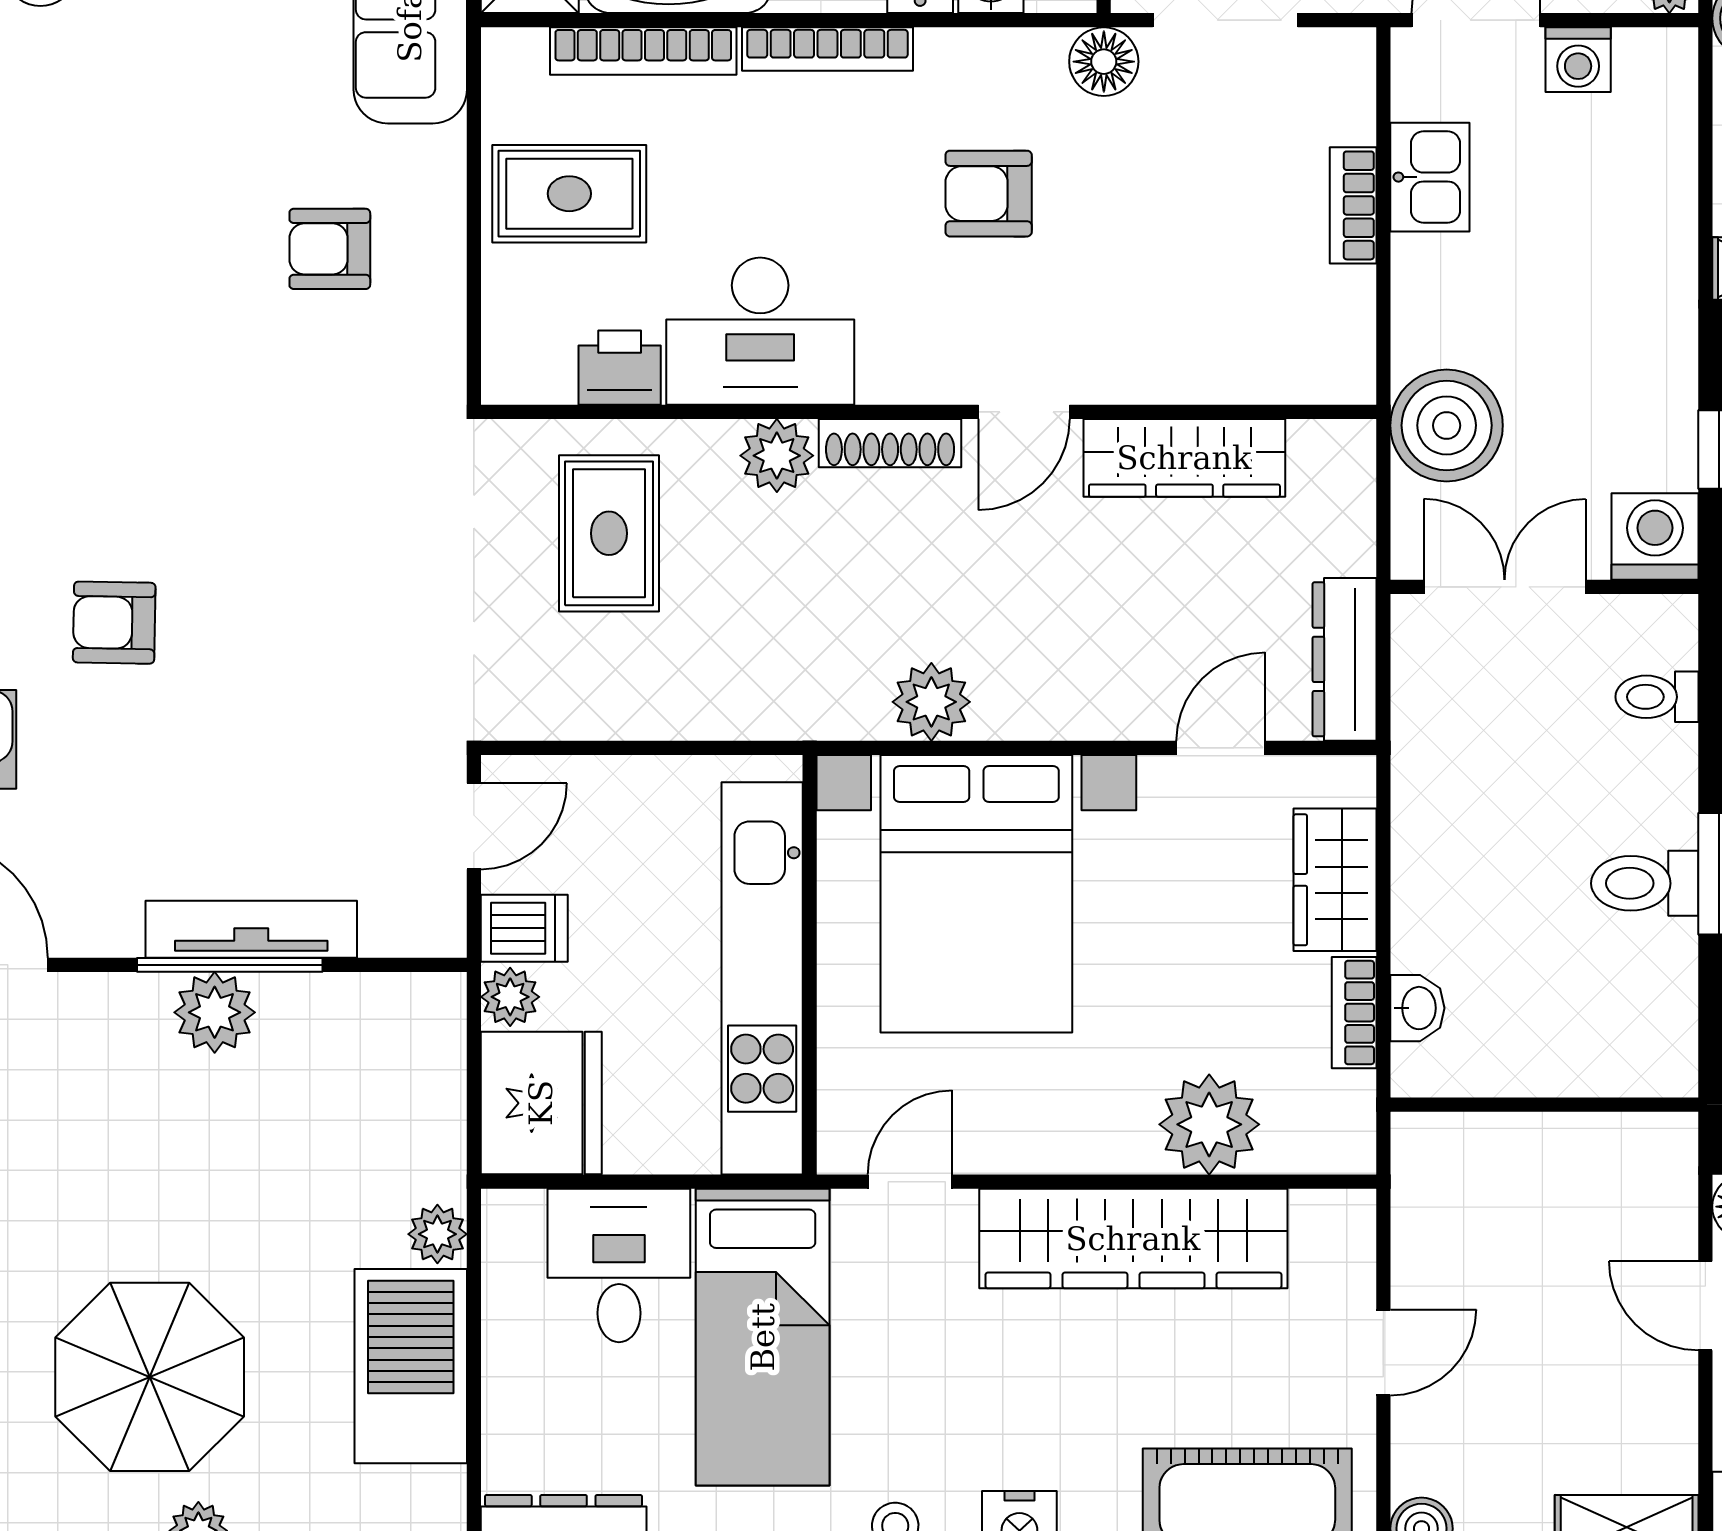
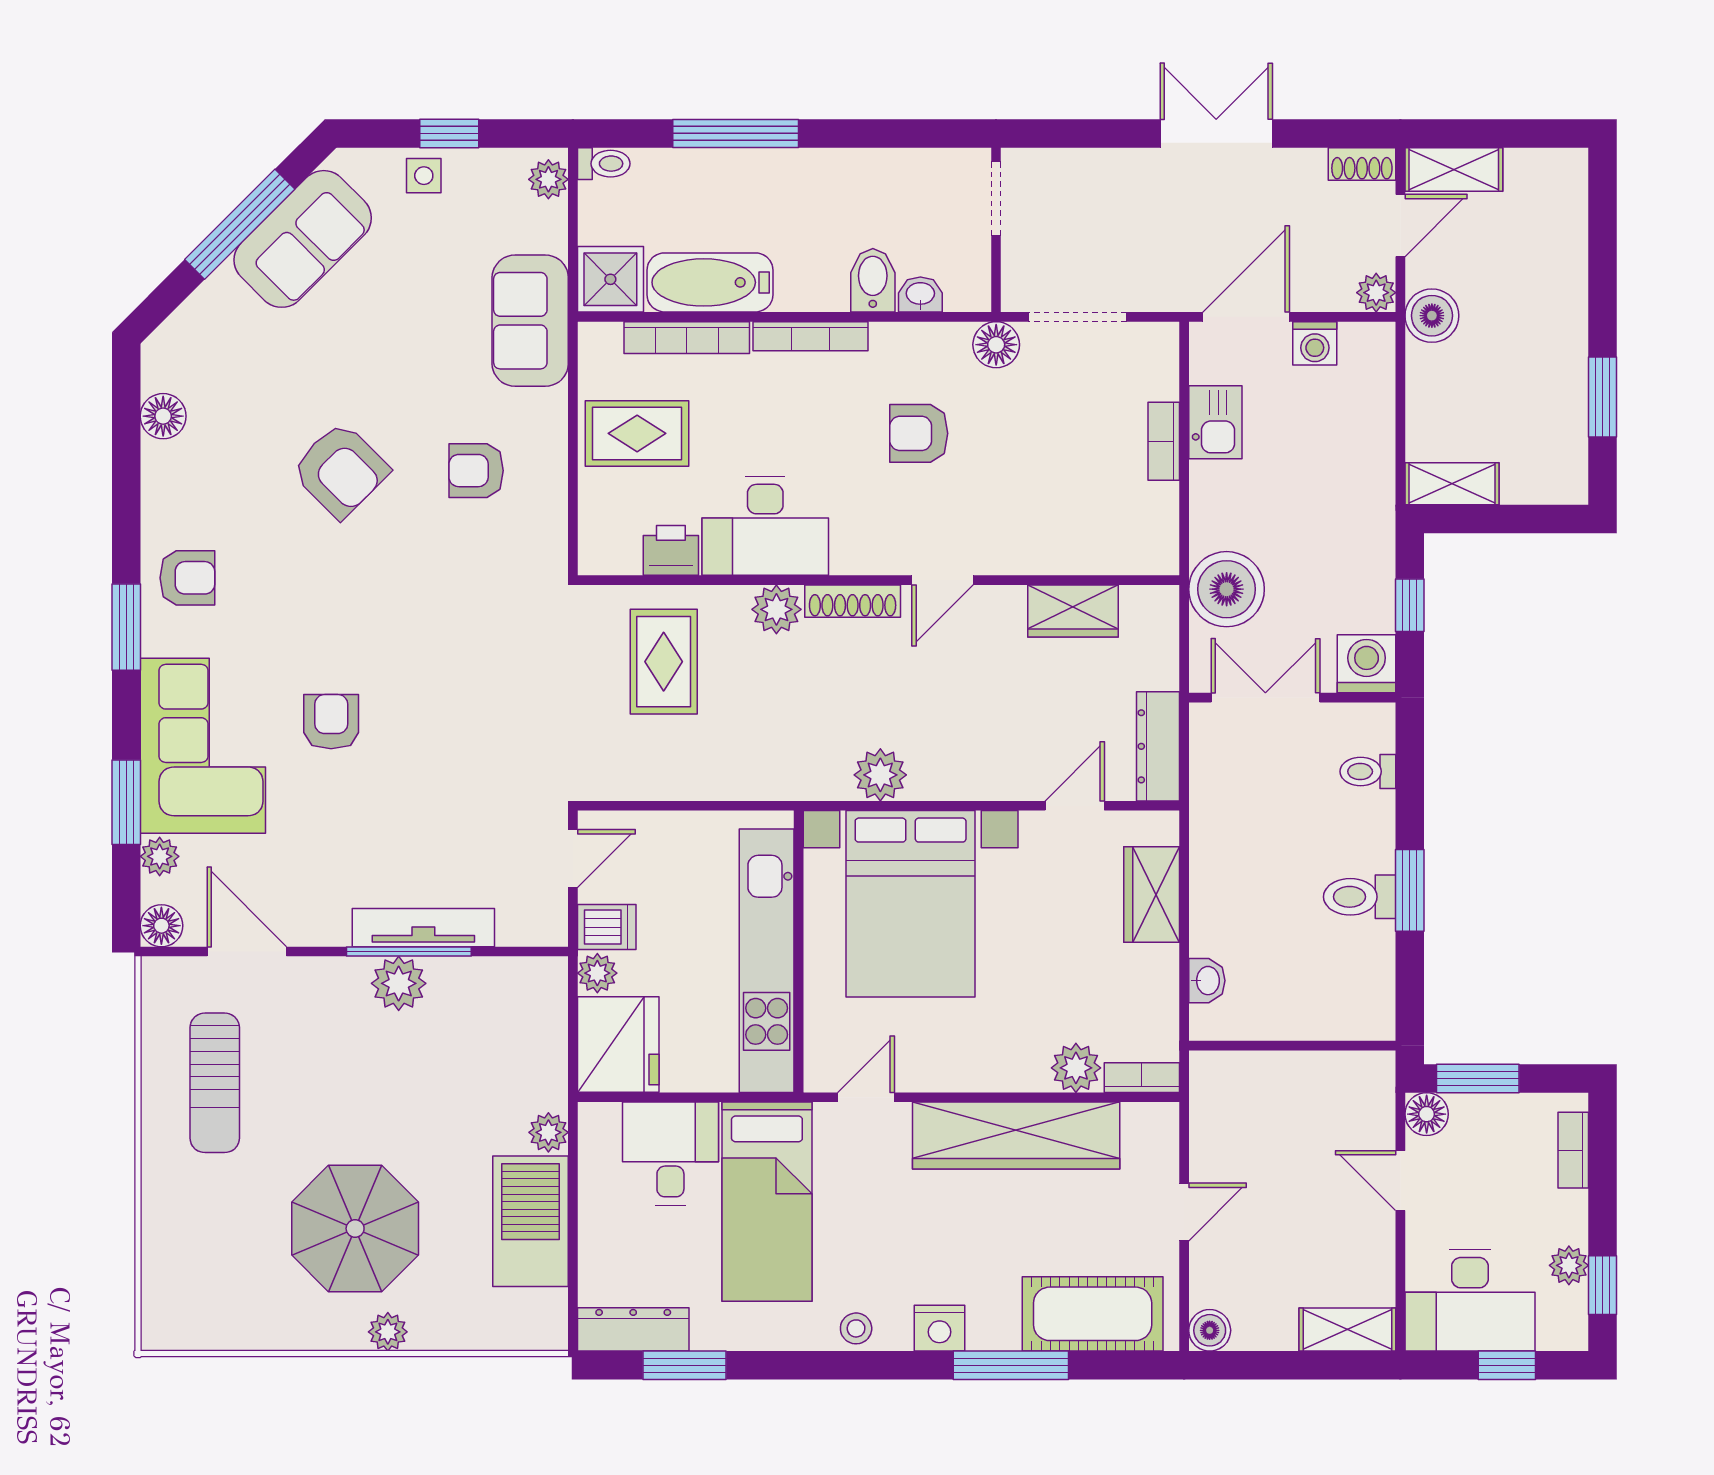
armchair: (128, 248) -> (340, 470), added
wardrobe: (1184, 458) -> (1073, 611), width x0.67
armchair: (114, 623) -> (331, 722), turned 89
bookcase: (1354, 1013) -> (1142, 1078), moved, turned 90
plant: (1209, 1124) -> (1076, 1068), width x0.73, depth x0.73

